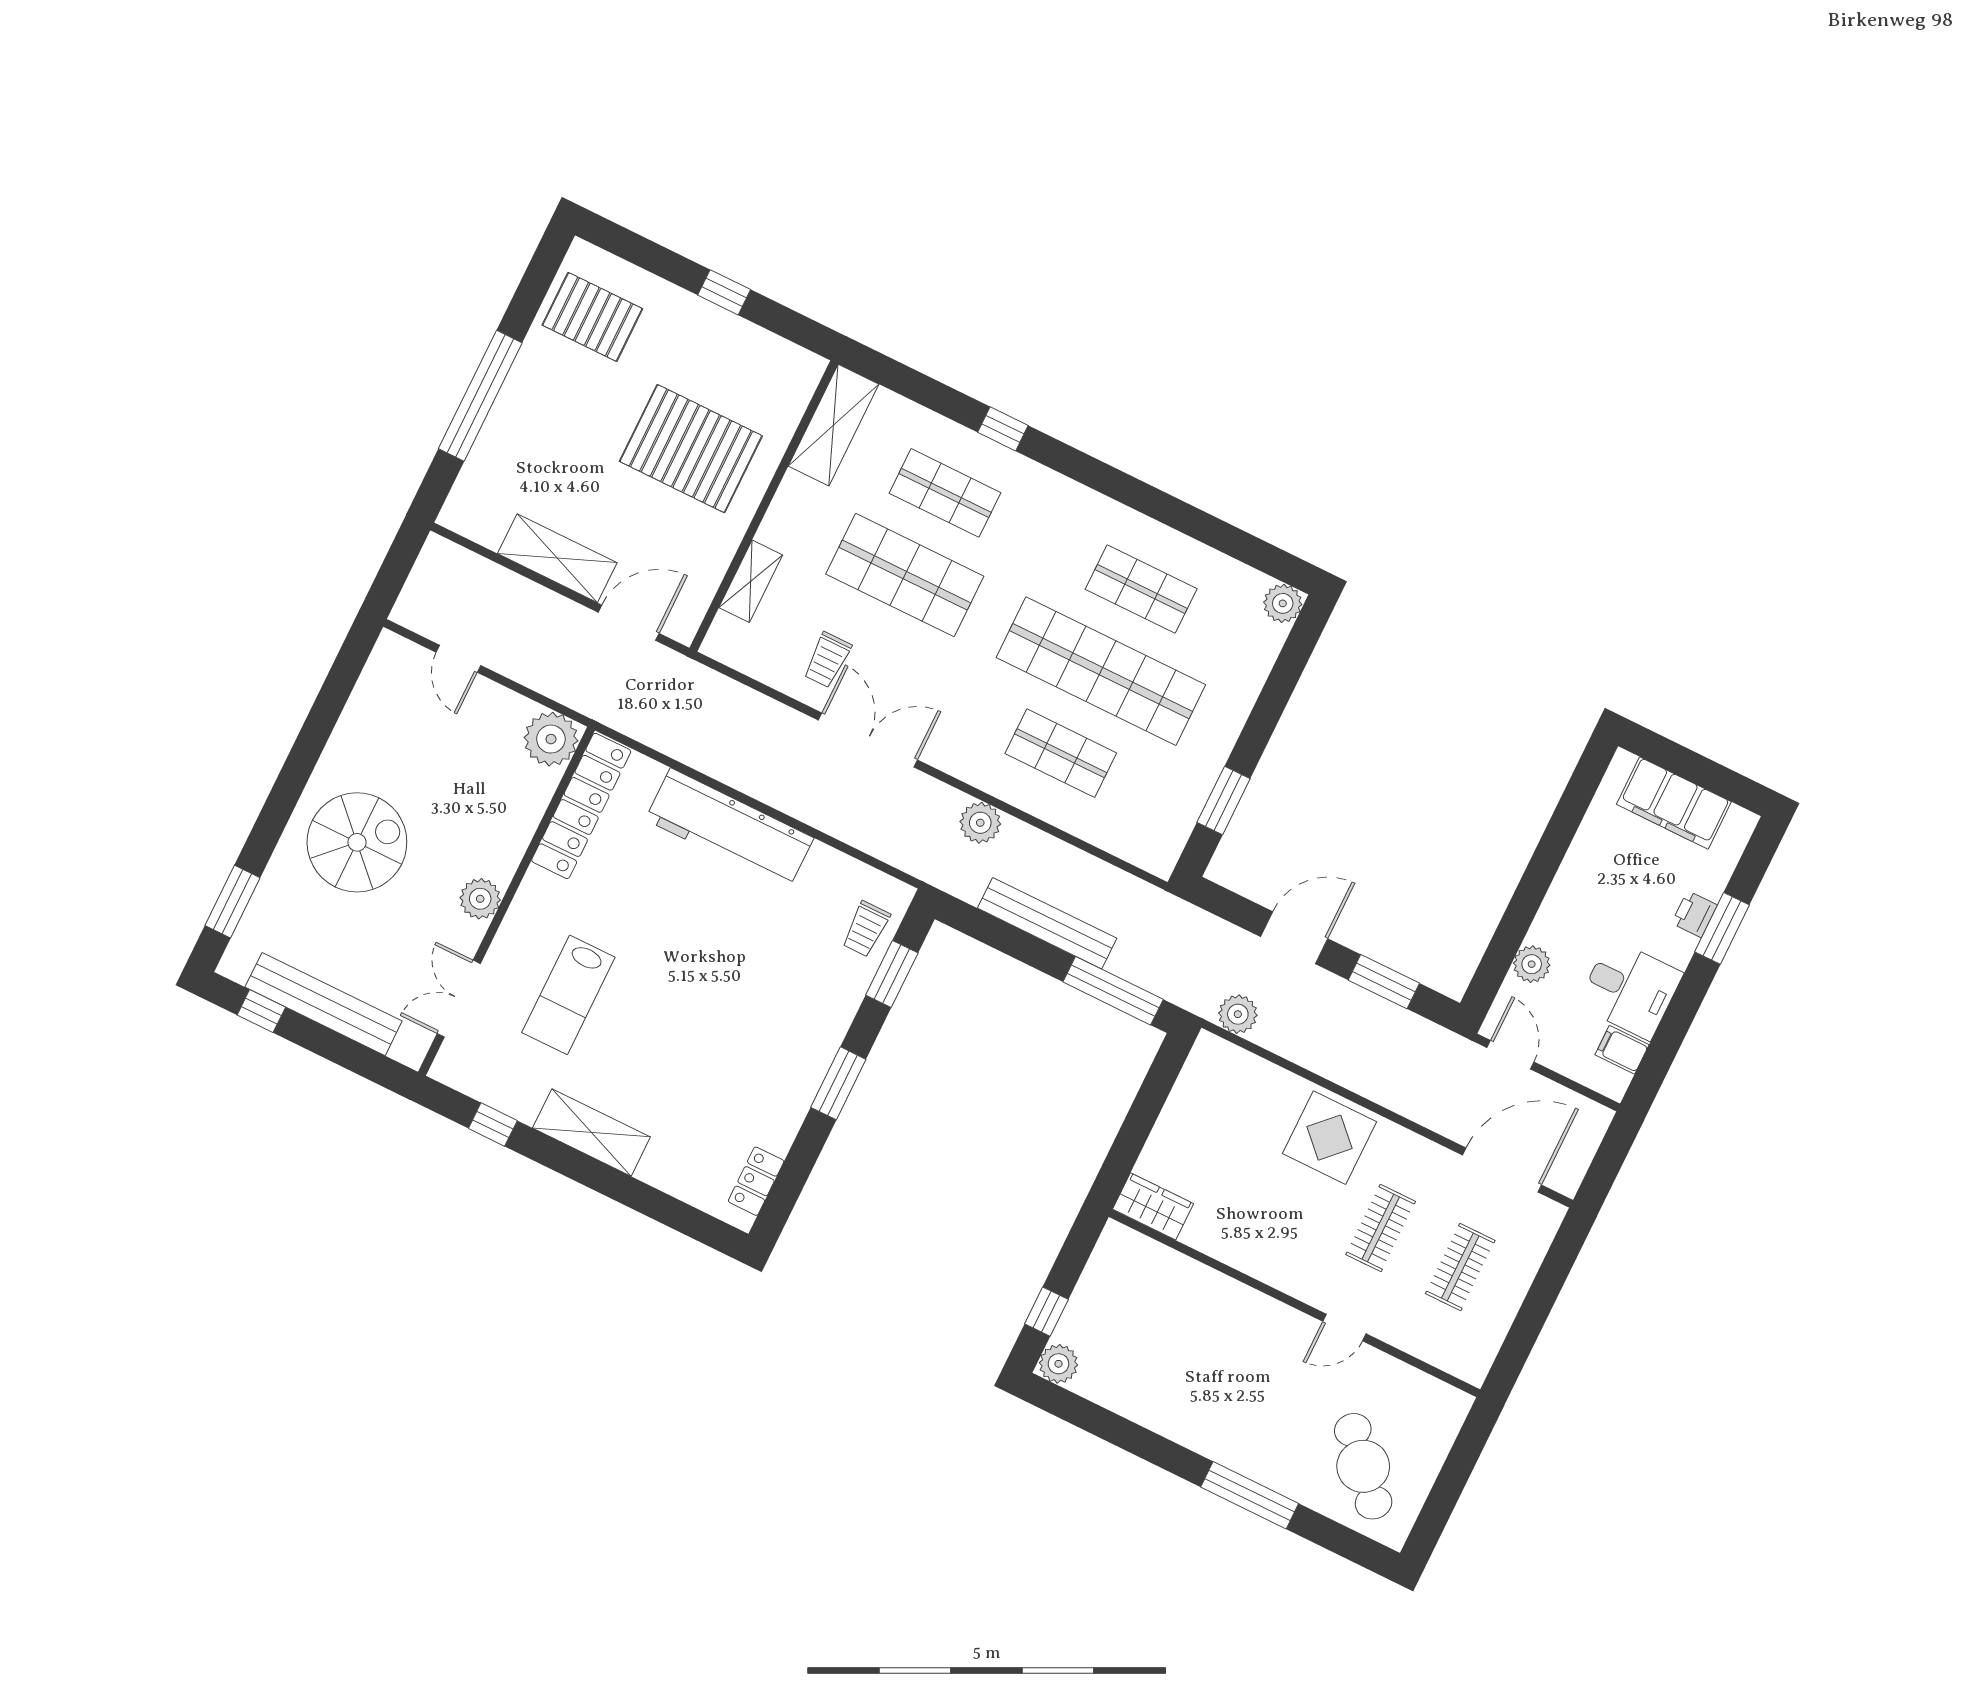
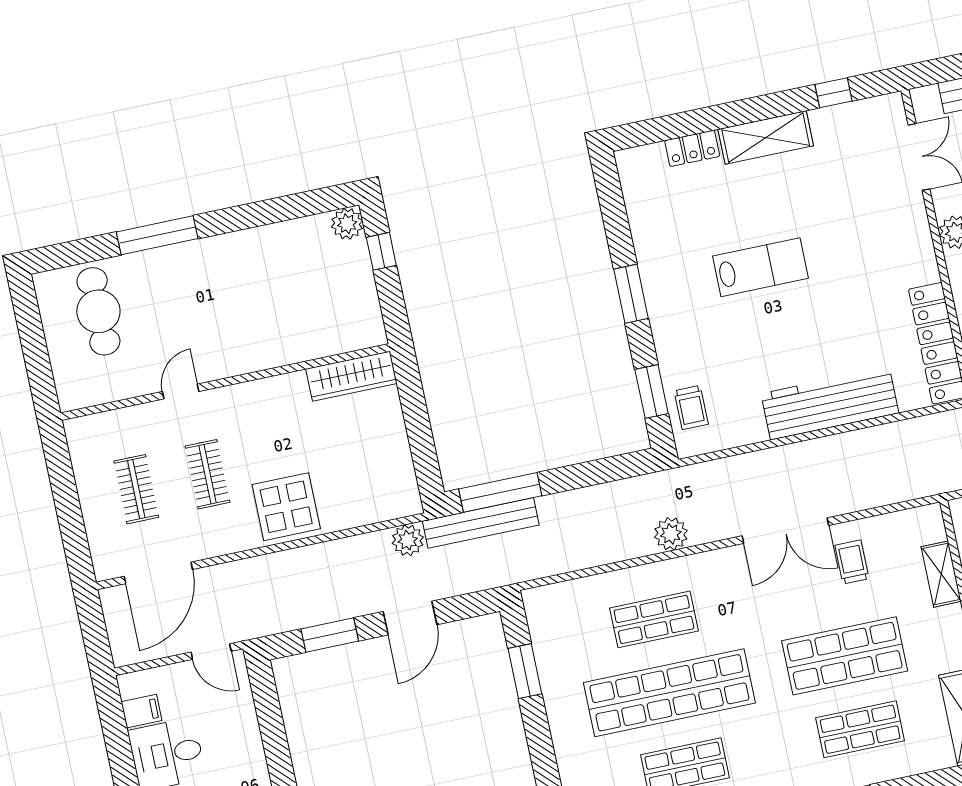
bench: (1047, 923) -> (481, 523), moved
trolley: (866, 929) -> (691, 408), turned 180
plant: (1532, 964) -> (243, 721), removed
lab bench: (568, 995) -> (760, 267), moved, turned 90
locker: (756, 1181) -> (692, 148), moved, turned 90
wardrobe: (1153, 1206) -> (351, 376), width x1.50
cafe table: (1363, 1466) -> (98, 311), turned 42

